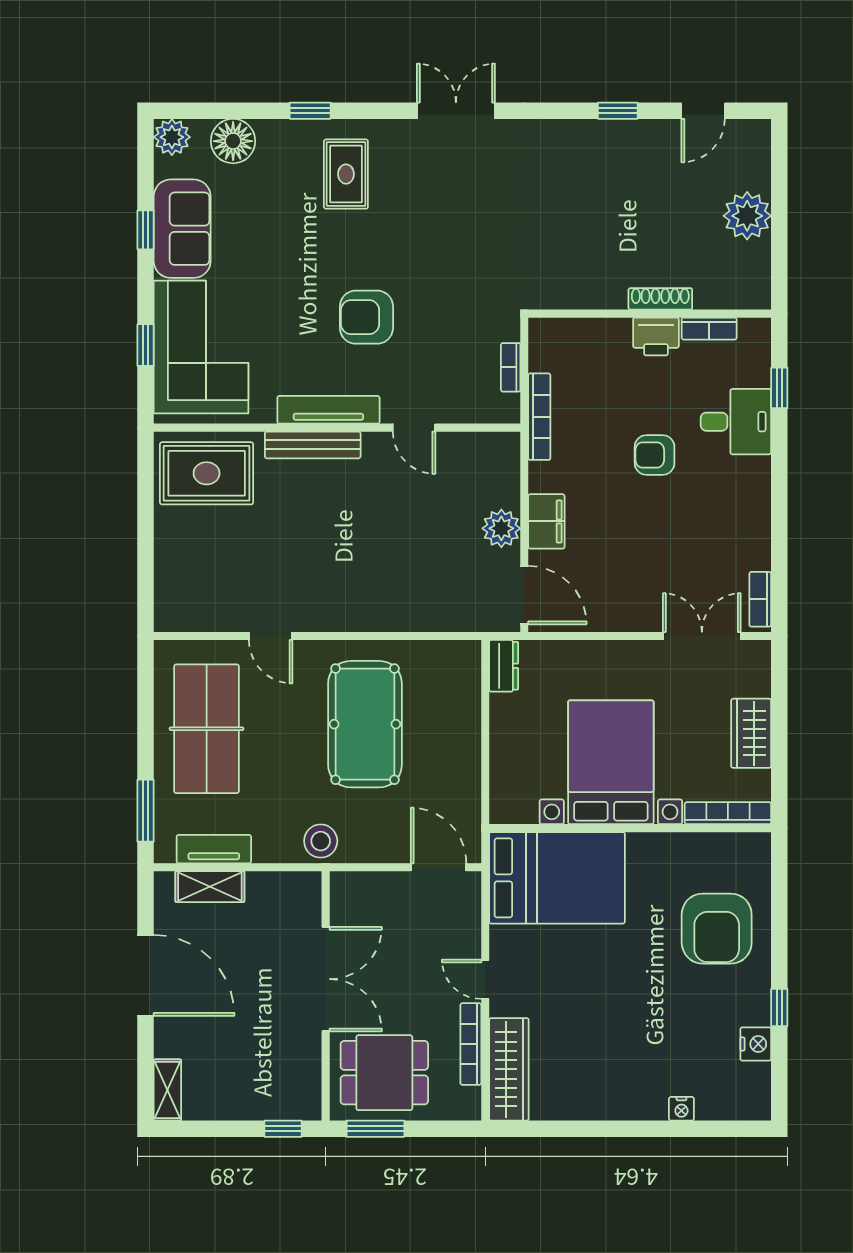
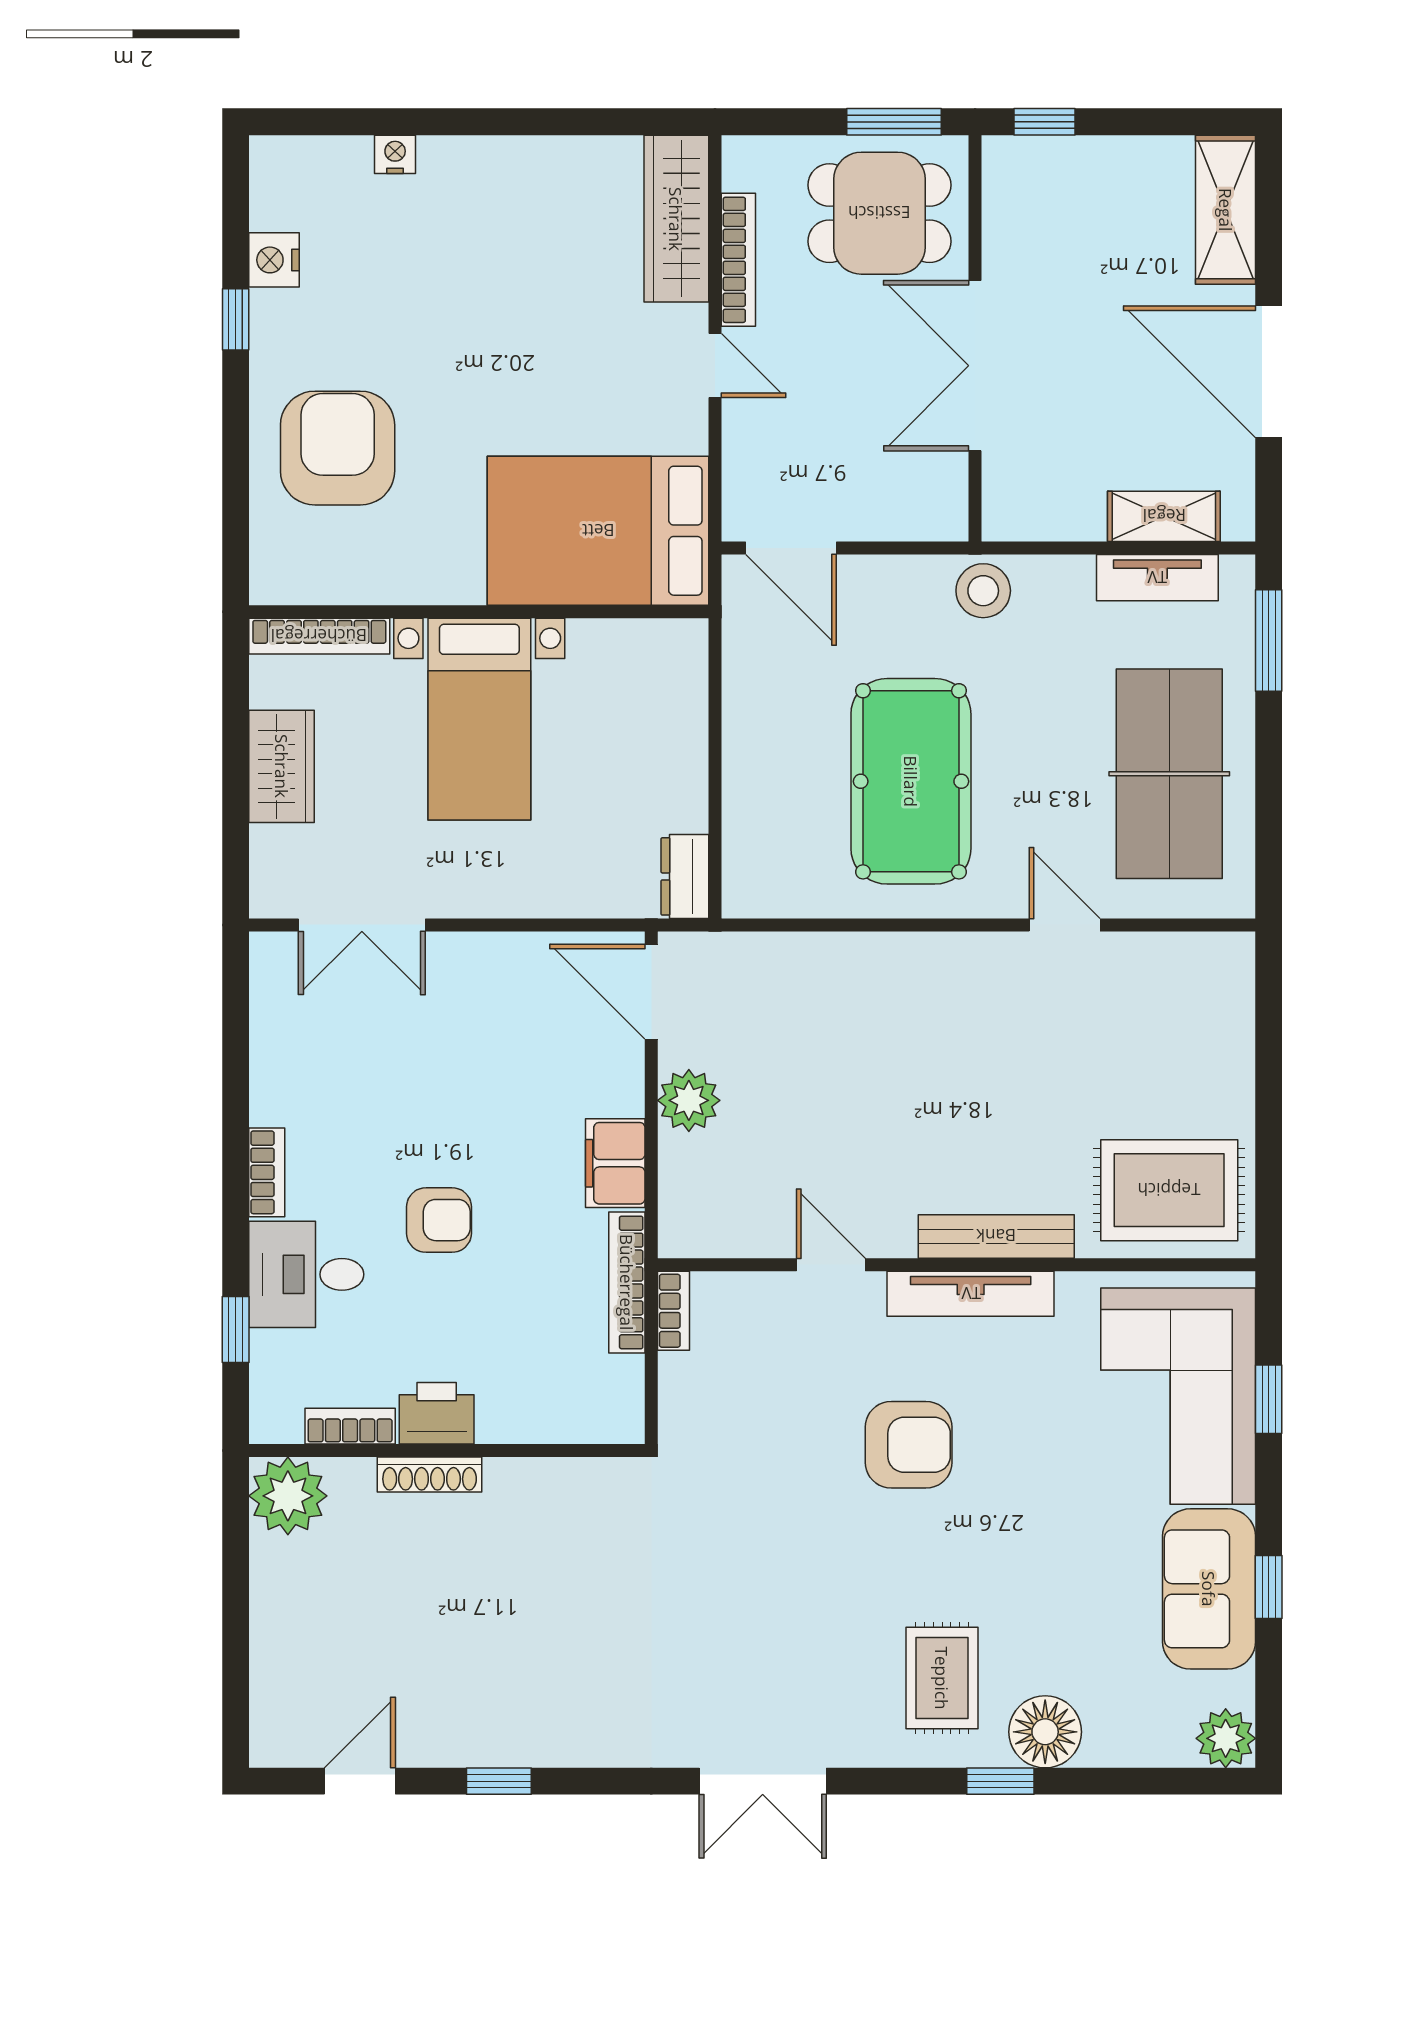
floor lamp: (233, 141) -> (1045, 1732), moved
plant: (747, 216) -> (288, 1496), moved
bookcase: (511, 367) -> (674, 1311), moved
filing cabinet: (546, 521) -> (615, 1163), moved
bookcase: (760, 599) -> (267, 1172), moved
bed with nightstands: (611, 762) -> (479, 719), width x0.73
shelving: (167, 1090) -> (1226, 210), width x1.50, depth x1.33

